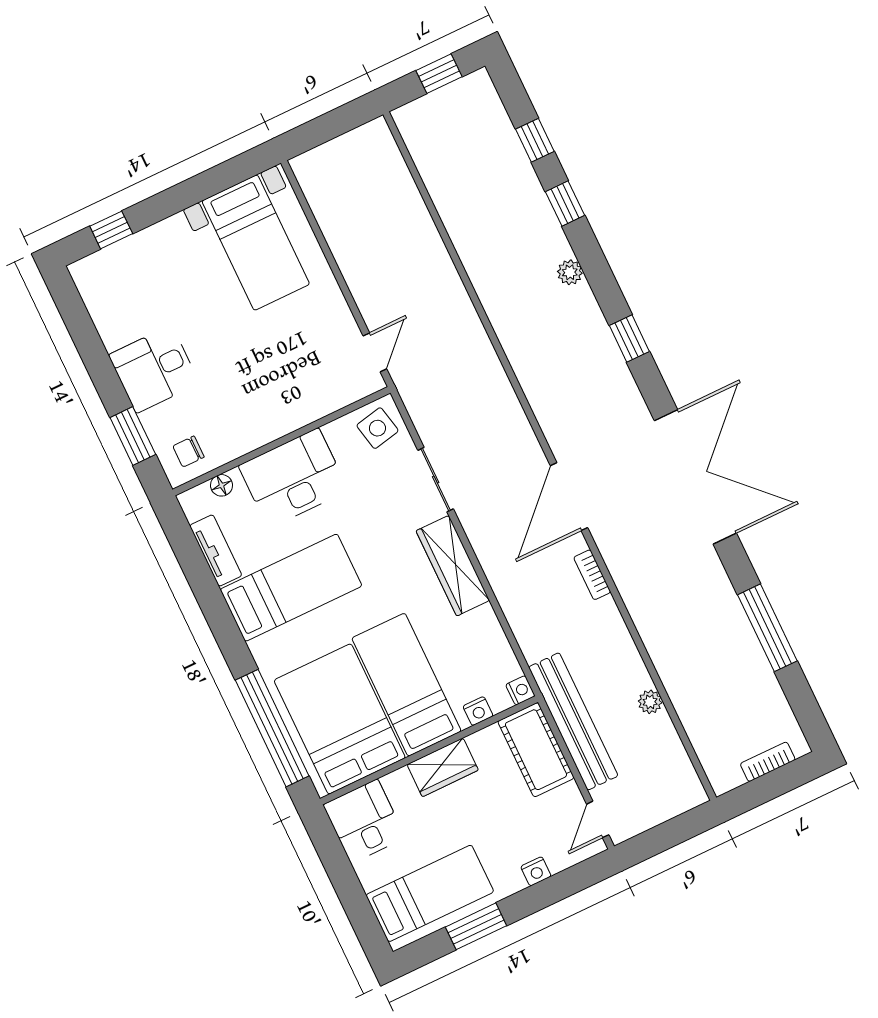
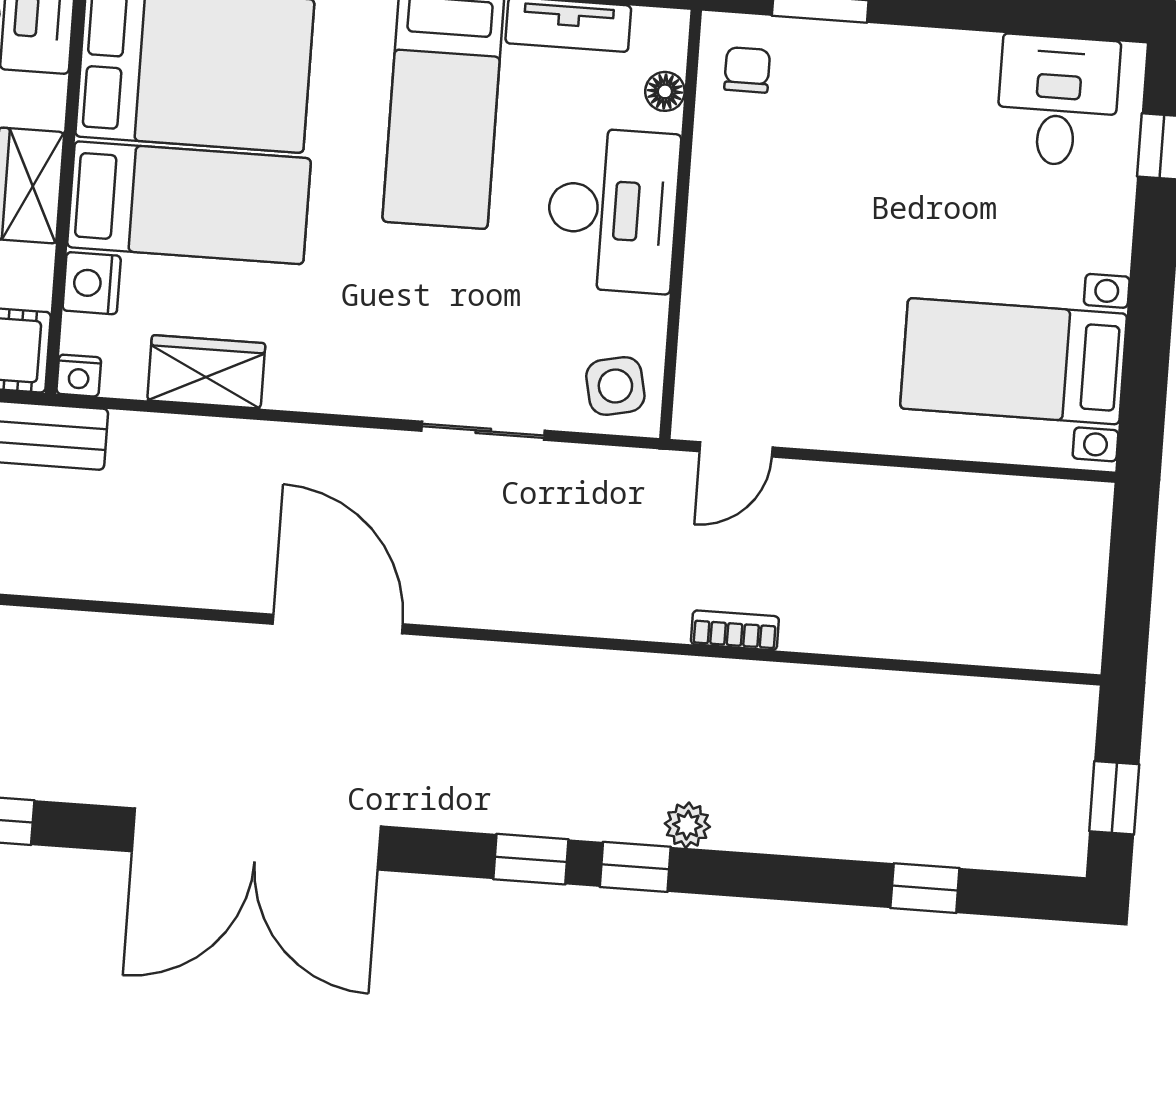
window: (565, 204) -> (635, 867), moved
door: (375, 352) -> (736, 449), hinge flipped
desk: (154, 369) -> (1058, 101), moved
wardrobe: (453, 566) -> (206, 372), moved, width x0.67
bookcase: (592, 575) -> (735, 630), moved
nightstand: (478, 711) -> (92, 283), width x1.39, depth x1.35

